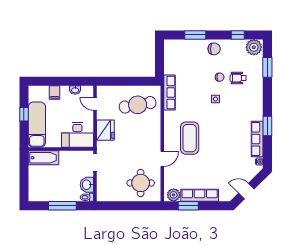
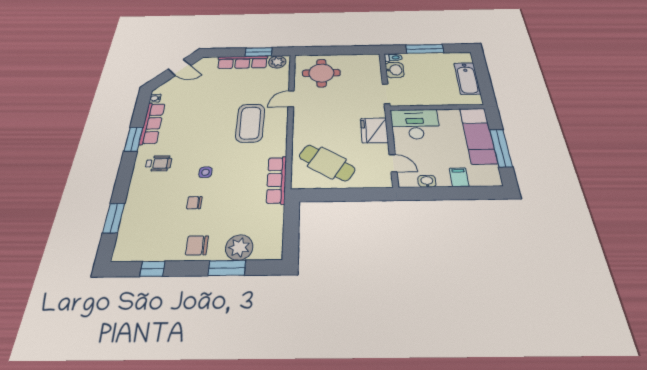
plant: (254, 47) -> (239, 247), moved
wheelchair: (238, 78) -> (159, 163), moved
cafe table: (138, 105) -> (327, 163), turned 42
window: (24, 114) -> (501, 148), width x2.17
bathtub: (43, 158) -> (467, 78), moved, turned -90

